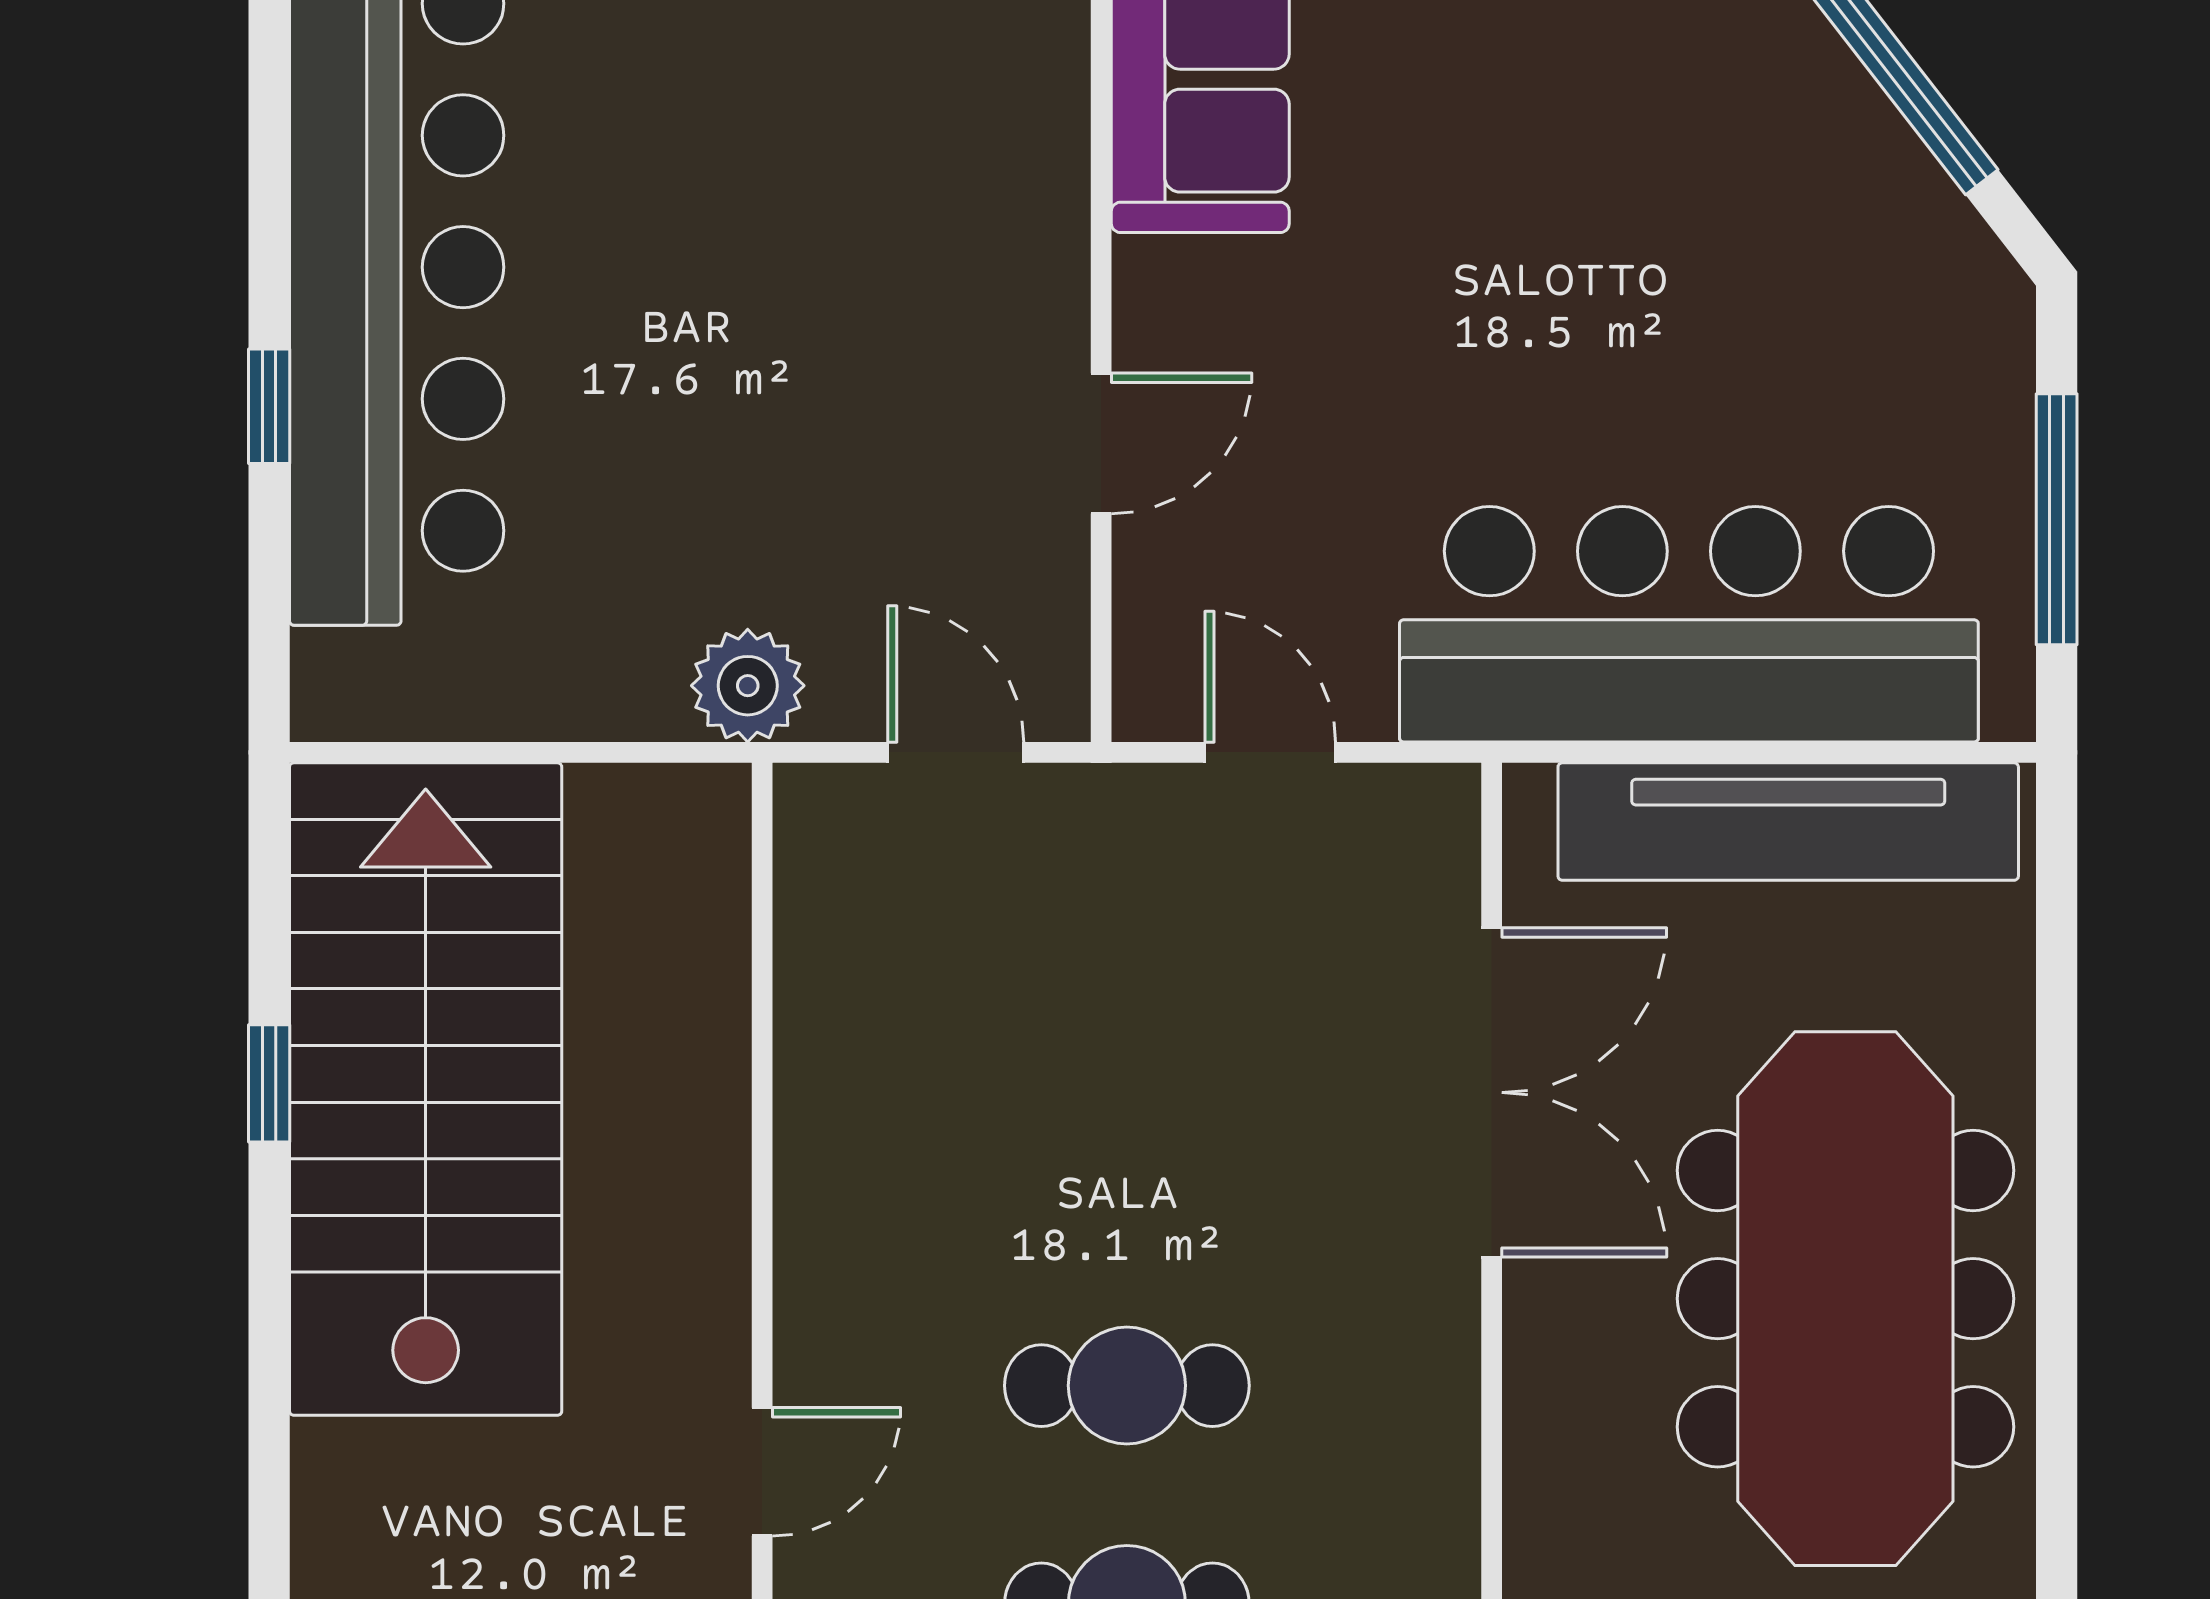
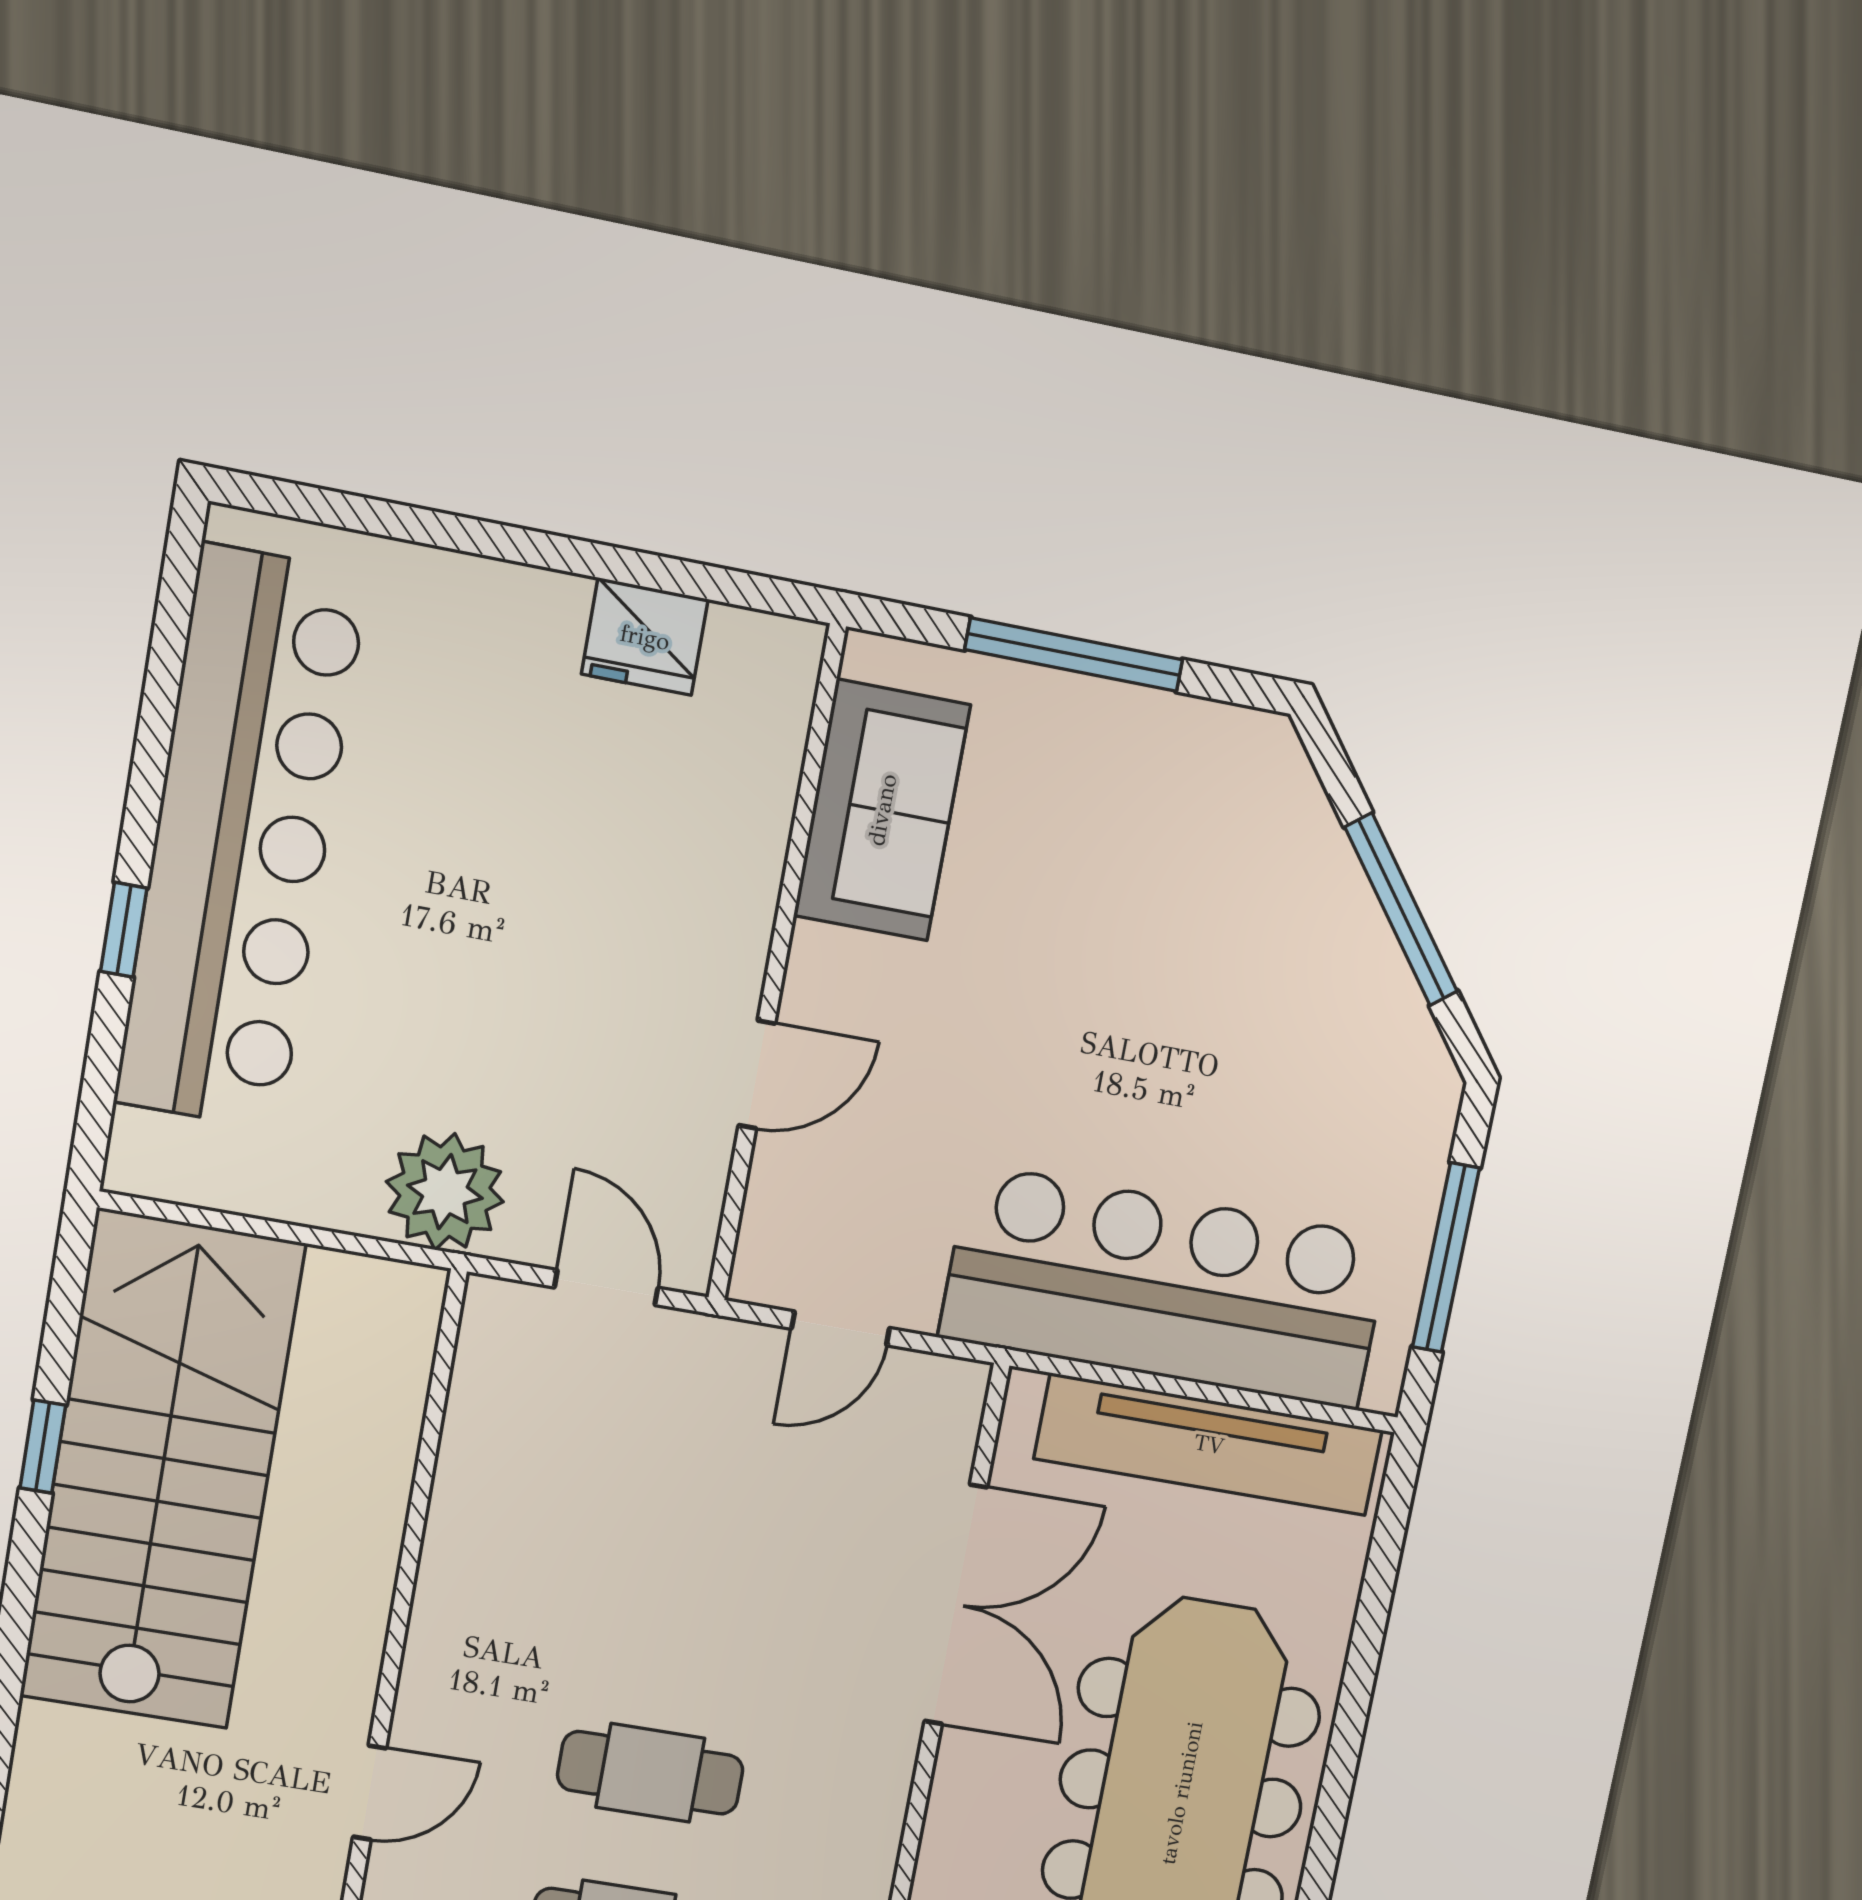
plant: (748, 686) -> (445, 1192), width x1.36, depth x1.36
door: (1270, 752) -> (840, 1328), swing flipped

